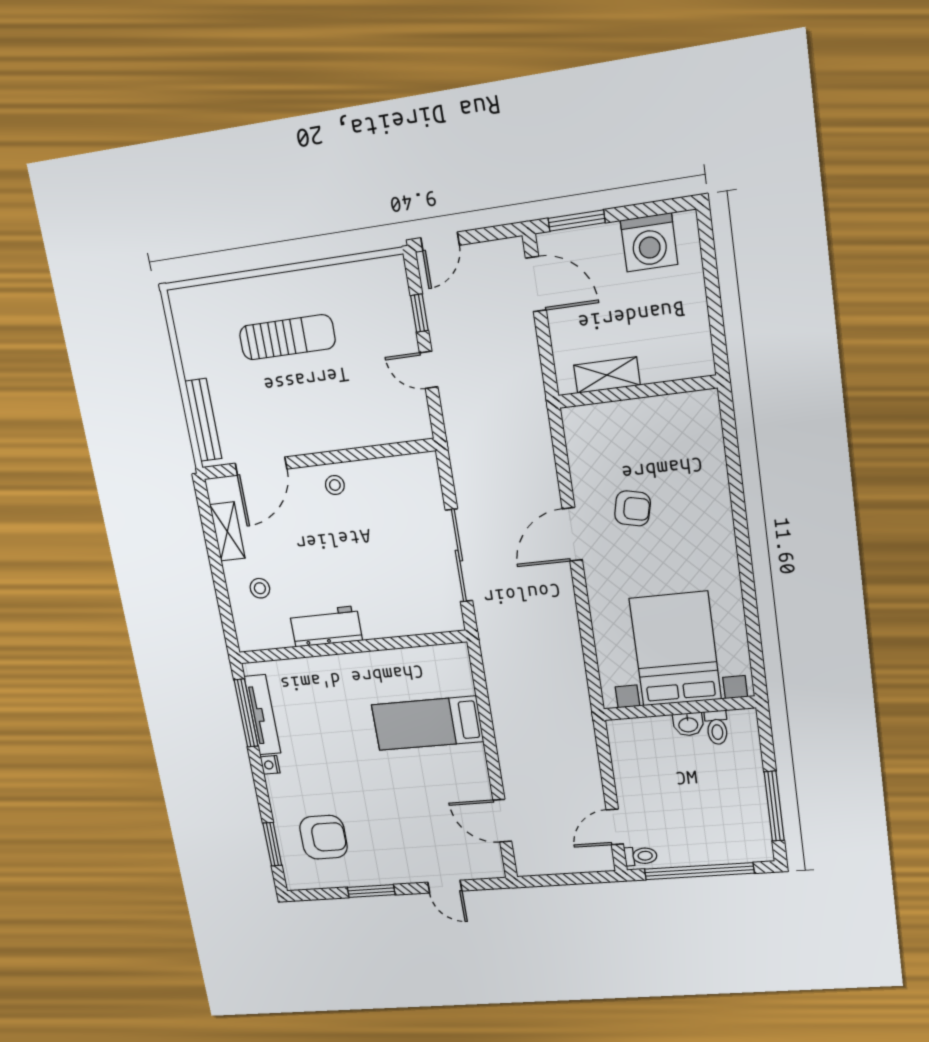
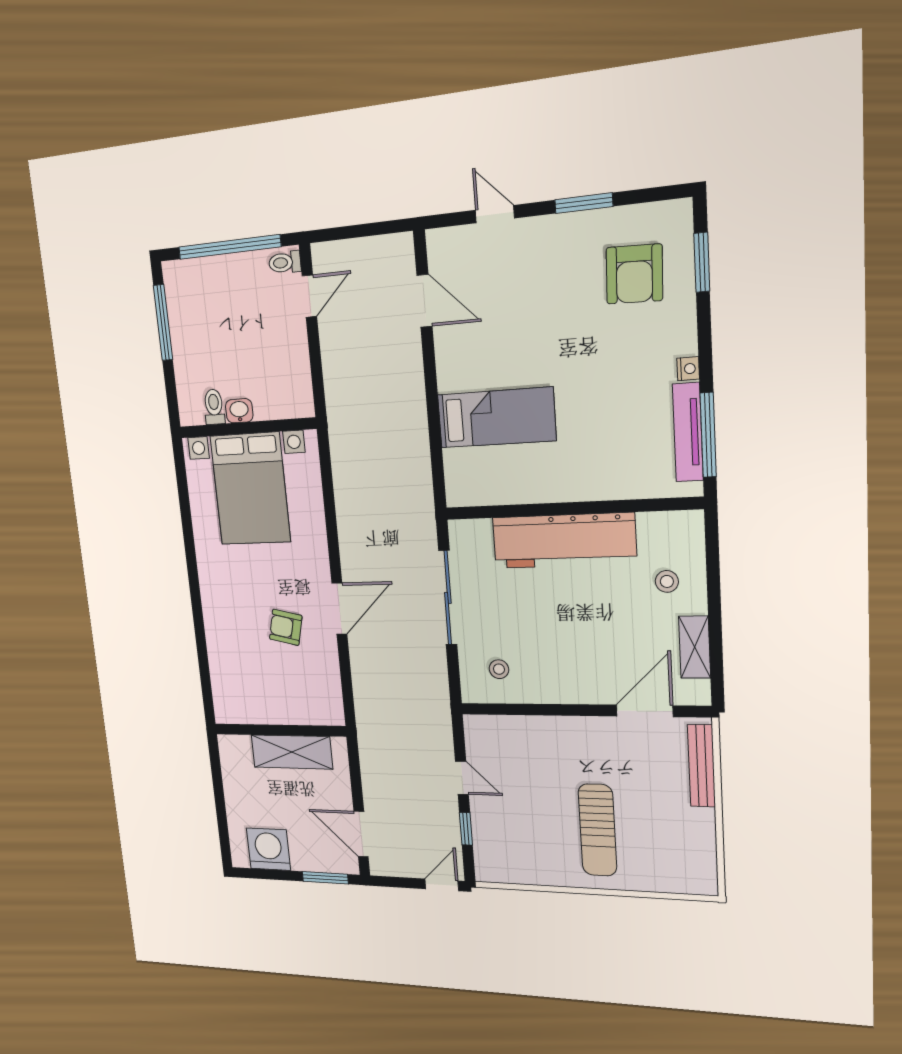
sun lounger: (287, 337) -> (597, 830), turned -90
shelving: (607, 375) -> (292, 752), width x1.50, depth x1.33
stool: (335, 485) -> (499, 669), moved
workbench: (326, 626) -> (564, 541), width x1.88, depth x1.32
armchair: (323, 837) -> (634, 274), turned -88

